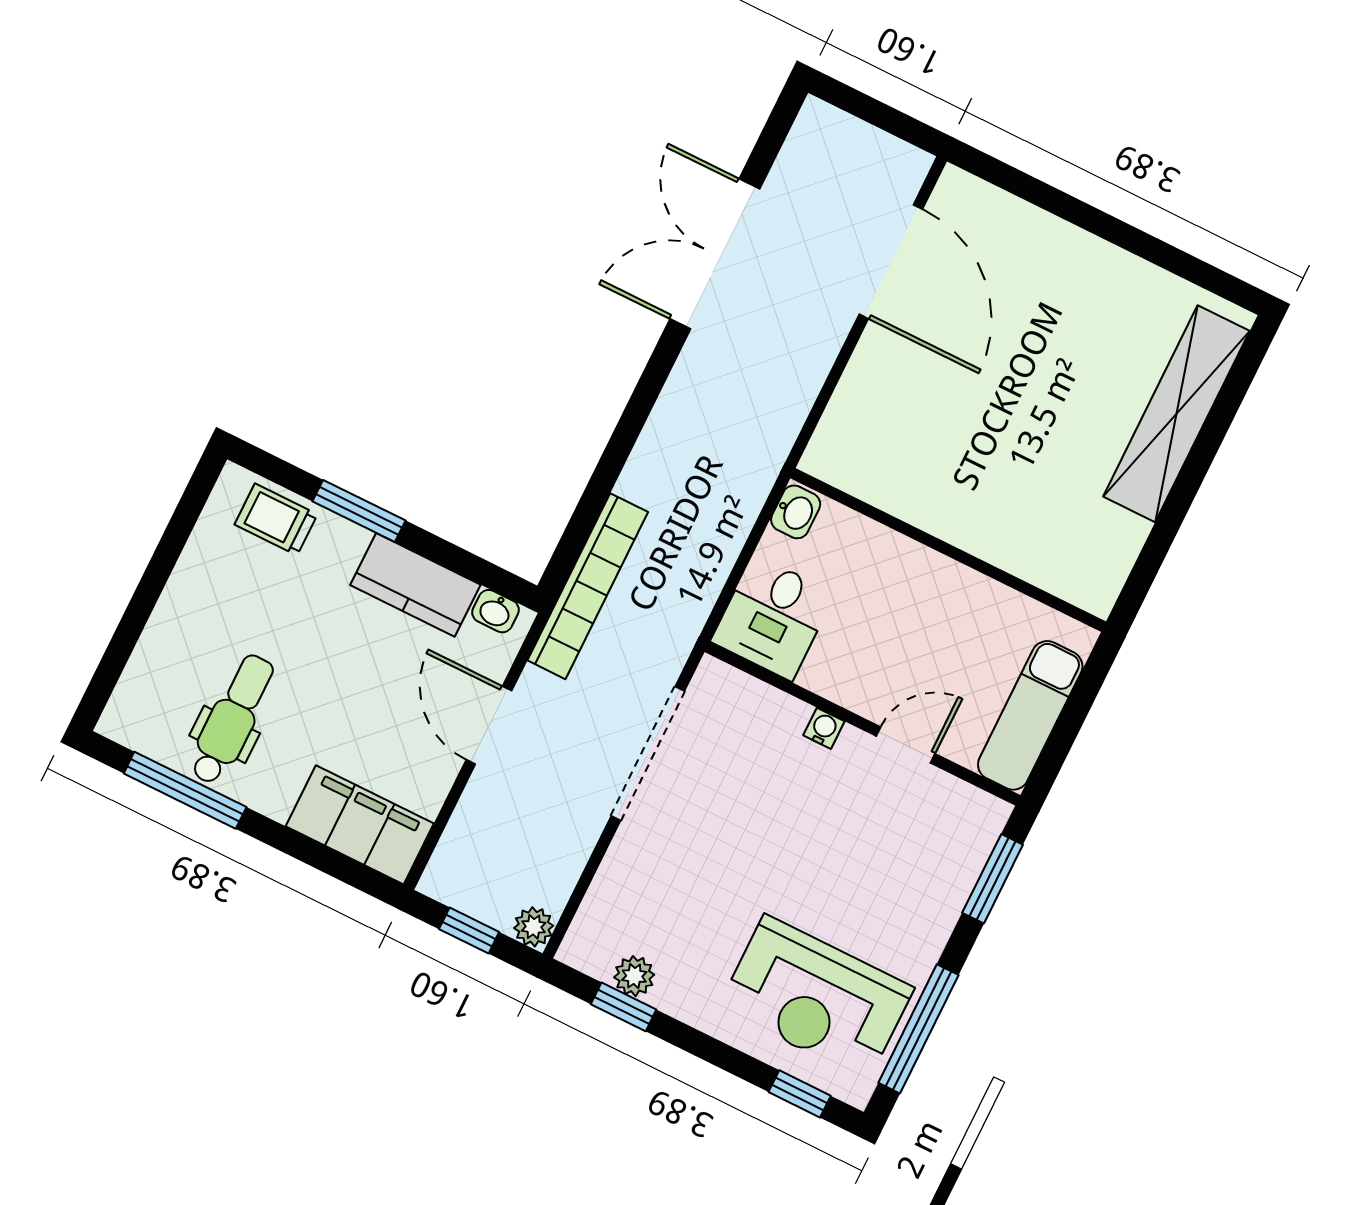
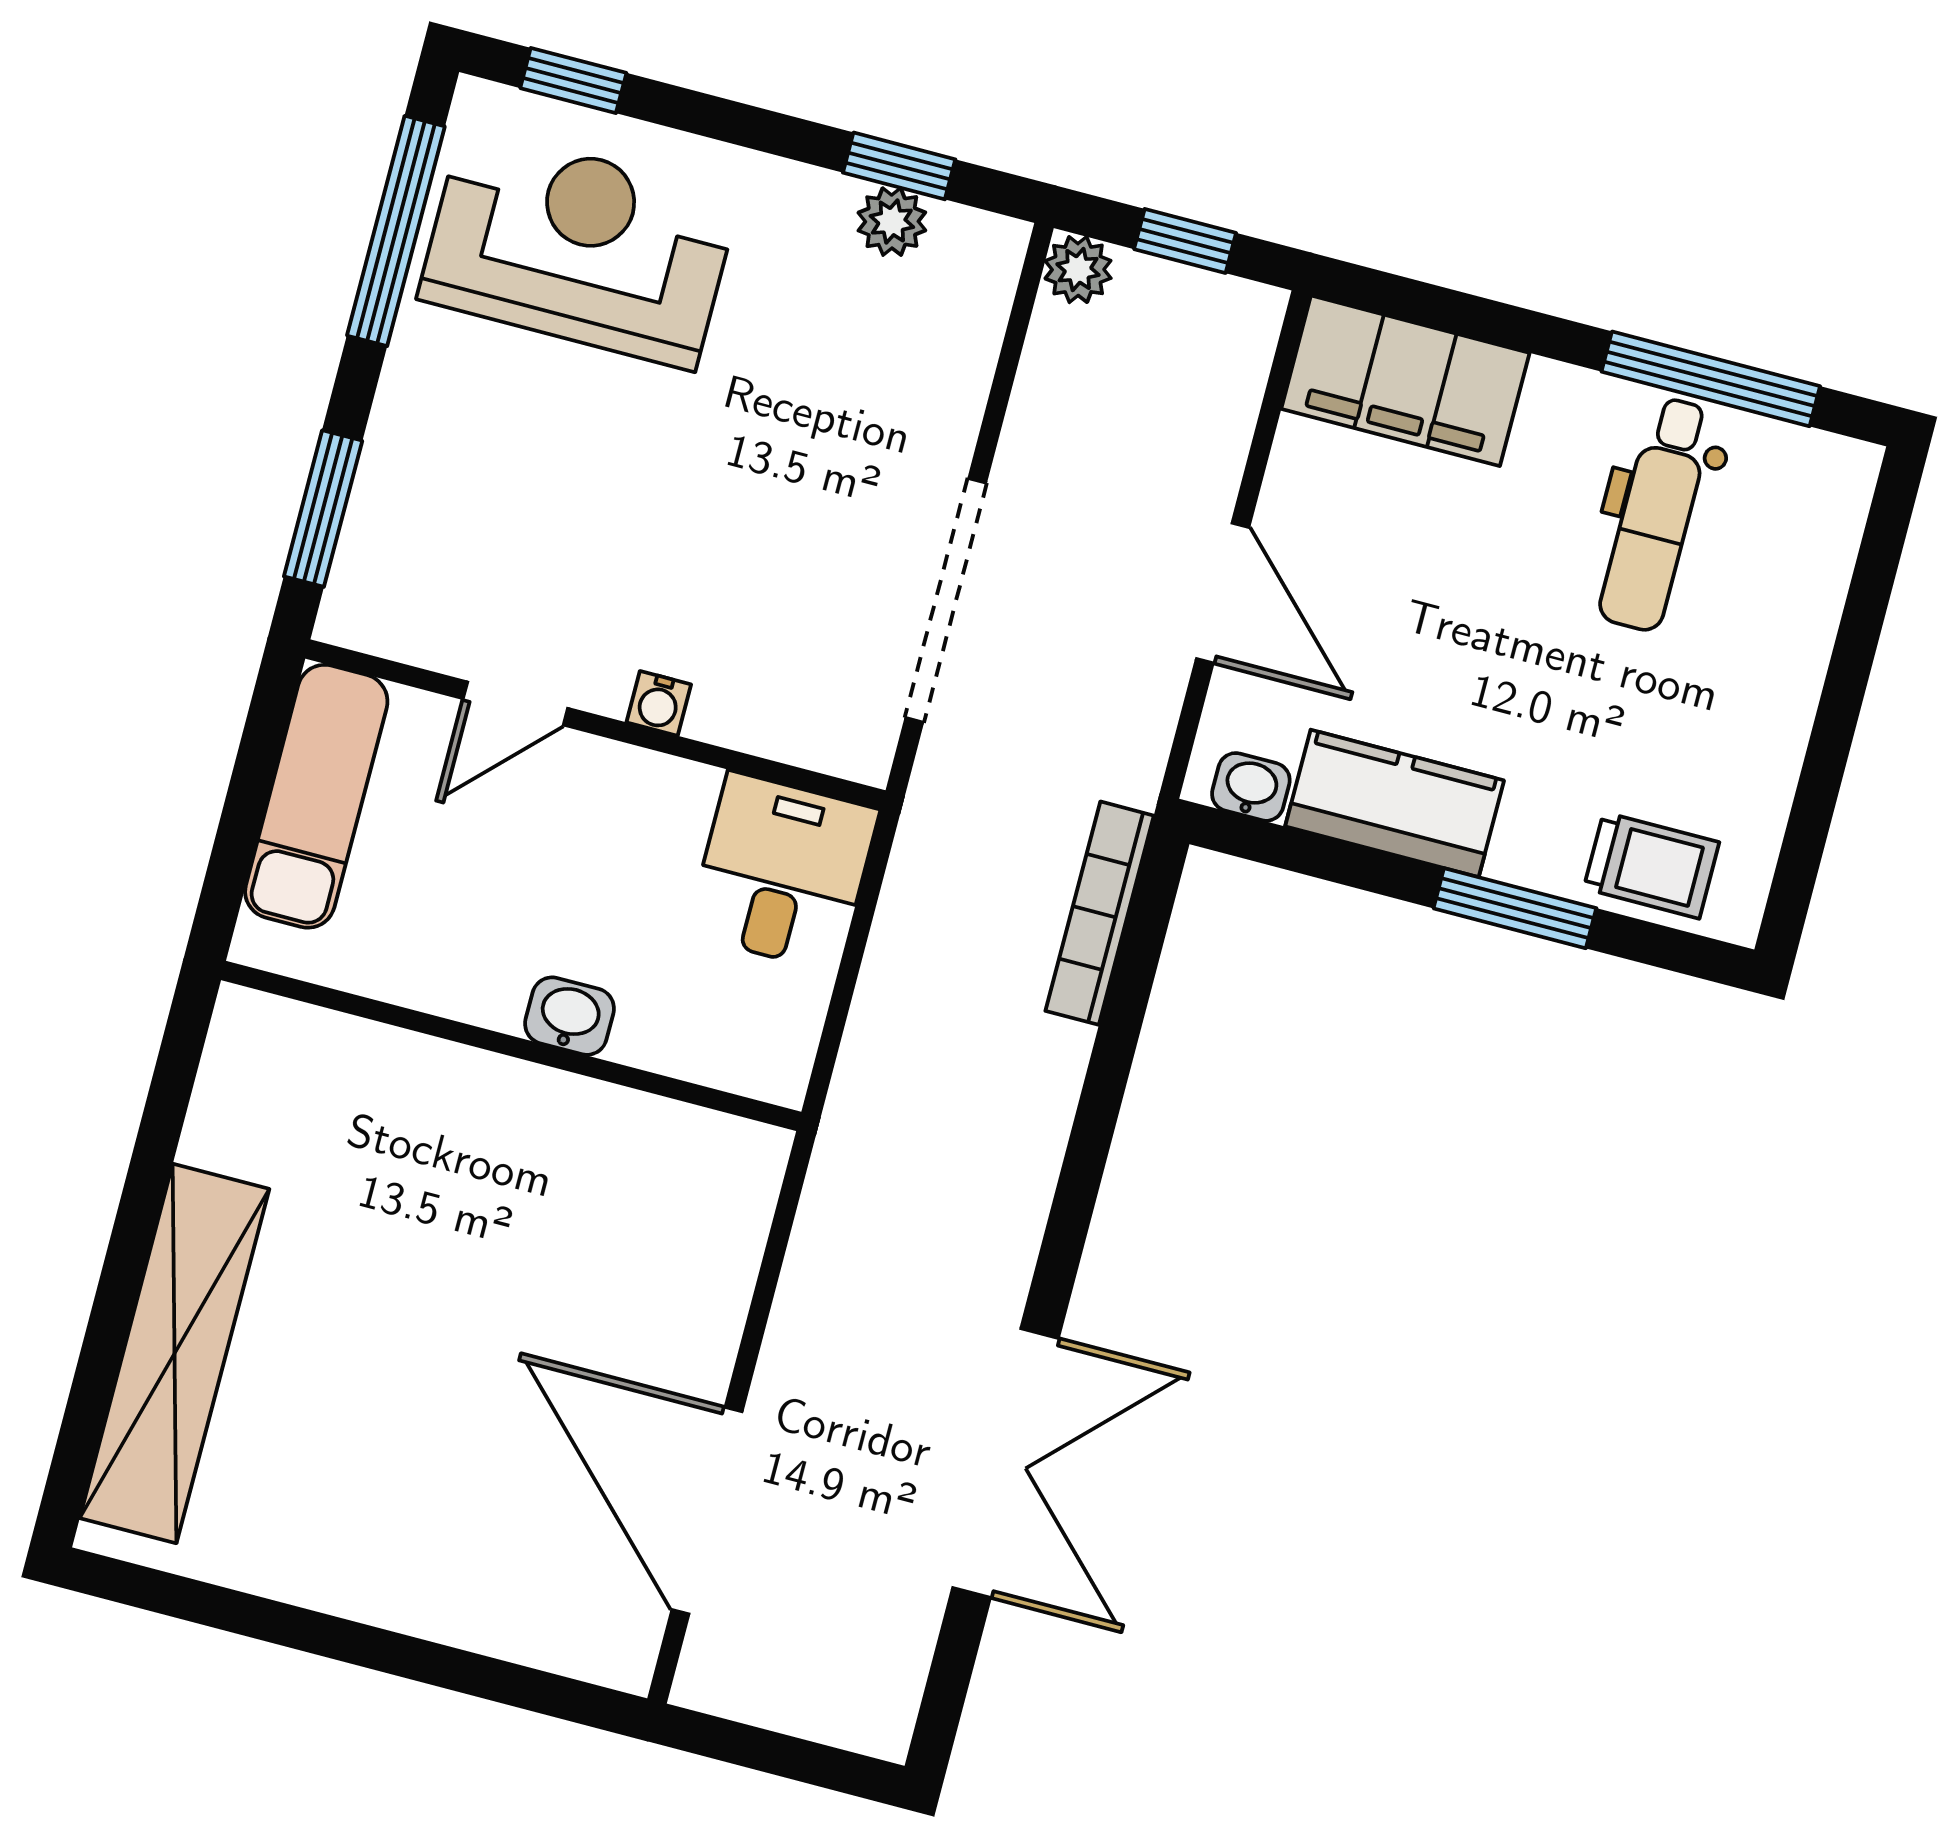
washbasin: (796, 512) -> (570, 1016), moved, turned 90
bookcase: (588, 586) -> (1100, 913), width x0.68, depth x0.76

